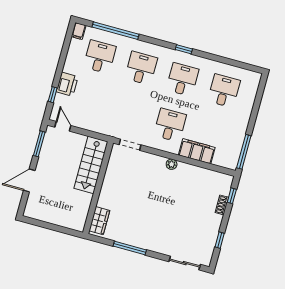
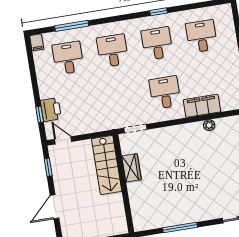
window: (116, 31) -> (72, 26), width x0.68
window: (184, 49) -> (159, 12), moved
printer: (67, 84) -> (51, 110), moved
window: (39, 144) -> (48, 167), width x0.67
plant: (172, 164) -> (209, 125), moved
wardrobe: (99, 221) -> (131, 168), moved

